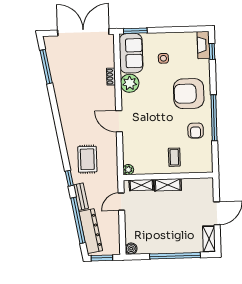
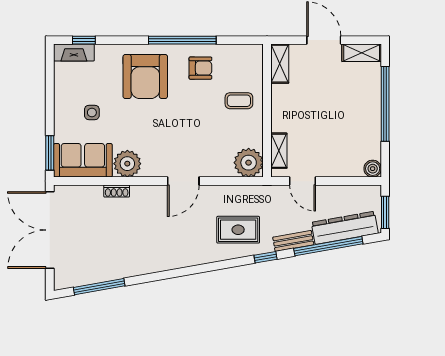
plant: (128, 170) -> (249, 163), width x1.87, depth x1.87
shelving: (168, 185) -> (280, 64), moved

